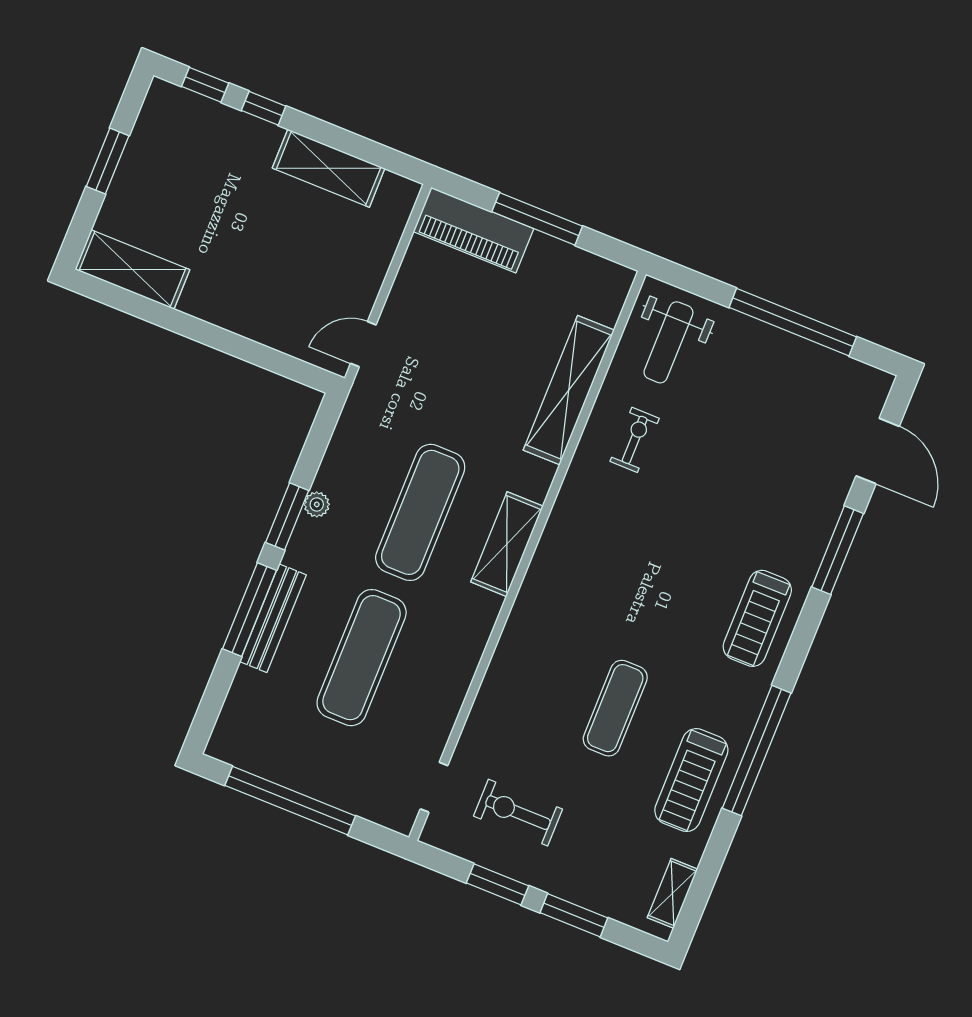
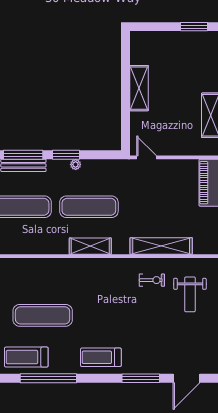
window: (108, 161) -> (194, 27), moved
shelving: (132, 269) -> (139, 88), moved
weight bench: (668, 342) -> (190, 294), moved, turned -90
exercise mat: (615, 708) -> (43, 315), width x1.36, depth x1.45

